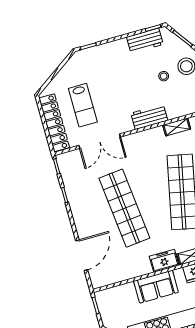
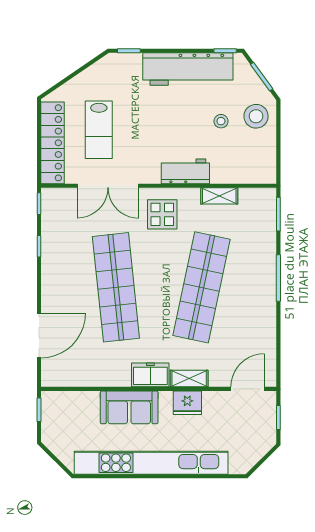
workbench: (145, 41) -> (188, 69), width x1.88, depth x1.32
display table: (142, 150) -> (162, 214), added

